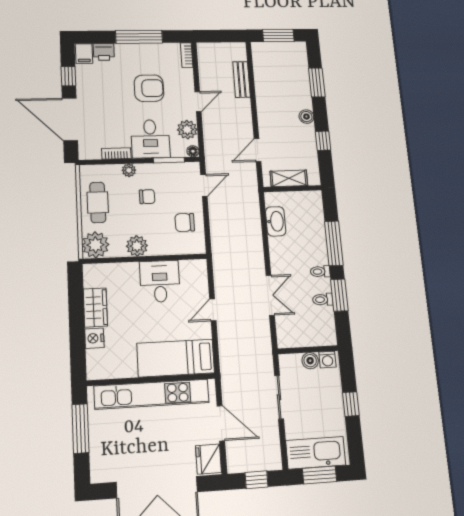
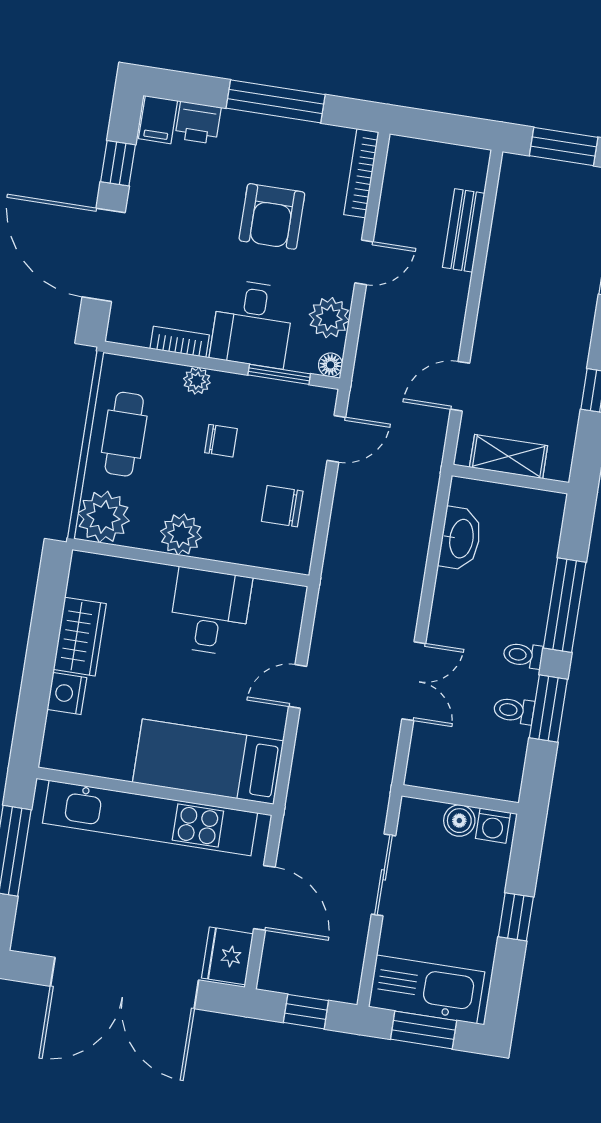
bookcase: (187, 55) -> (361, 173), width x1.56
armchair: (149, 88) -> (272, 216), turned 90
boiler: (306, 117) -> (577, 334), removed

